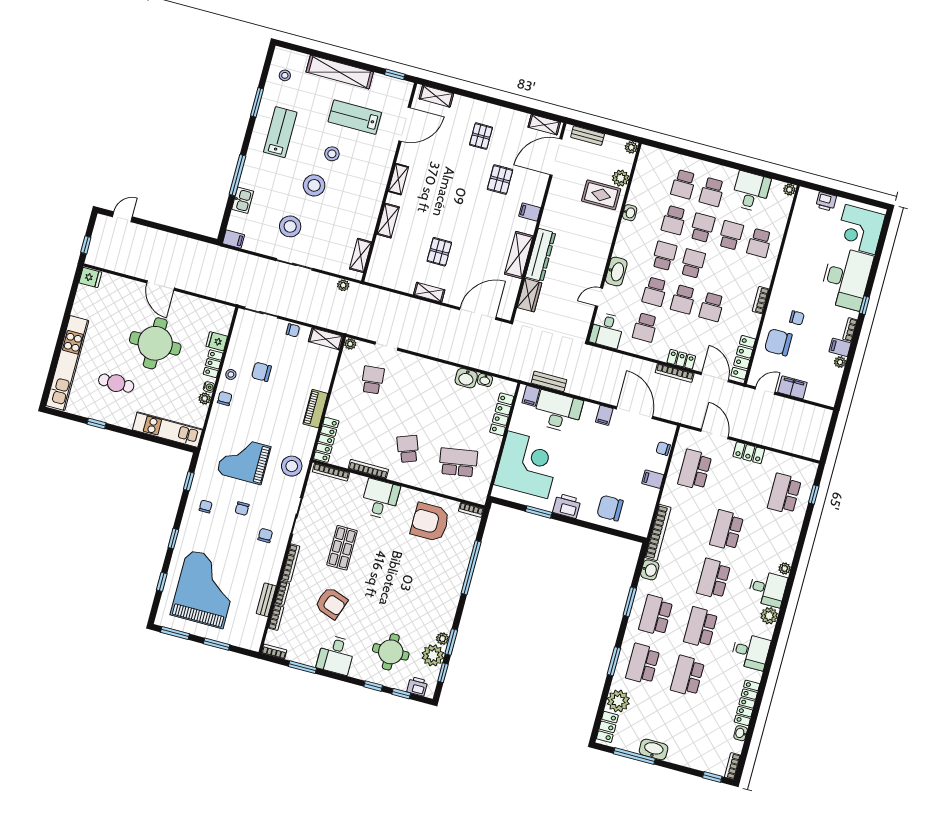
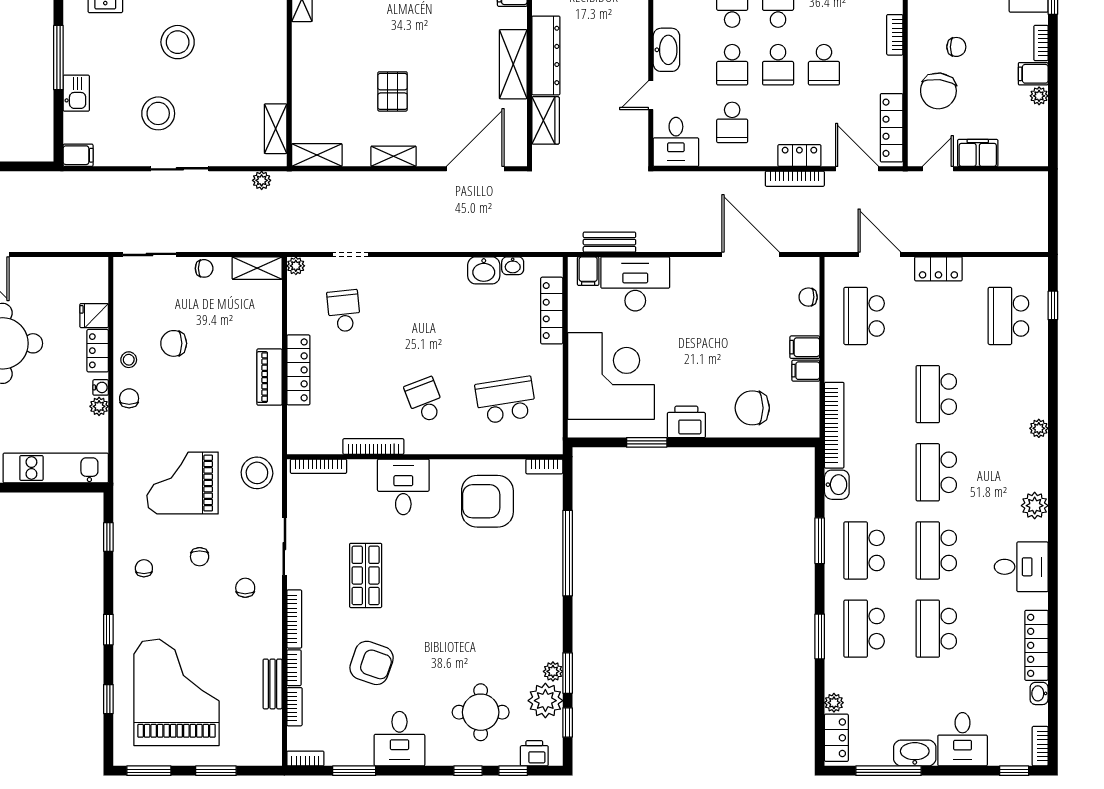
shelving: (388, 221) -> (317, 155), moved, turned 90
chair: (778, 342) -> (938, 91), turned -83
filing cabinet: (604, 415) -> (806, 371), moved, turned 90
locker: (326, 440) -> (298, 370), moved
desk: (768, 589) -> (963, 739), moved, turned 90
plant: (618, 701) -> (834, 703), width x0.53, depth x0.53

